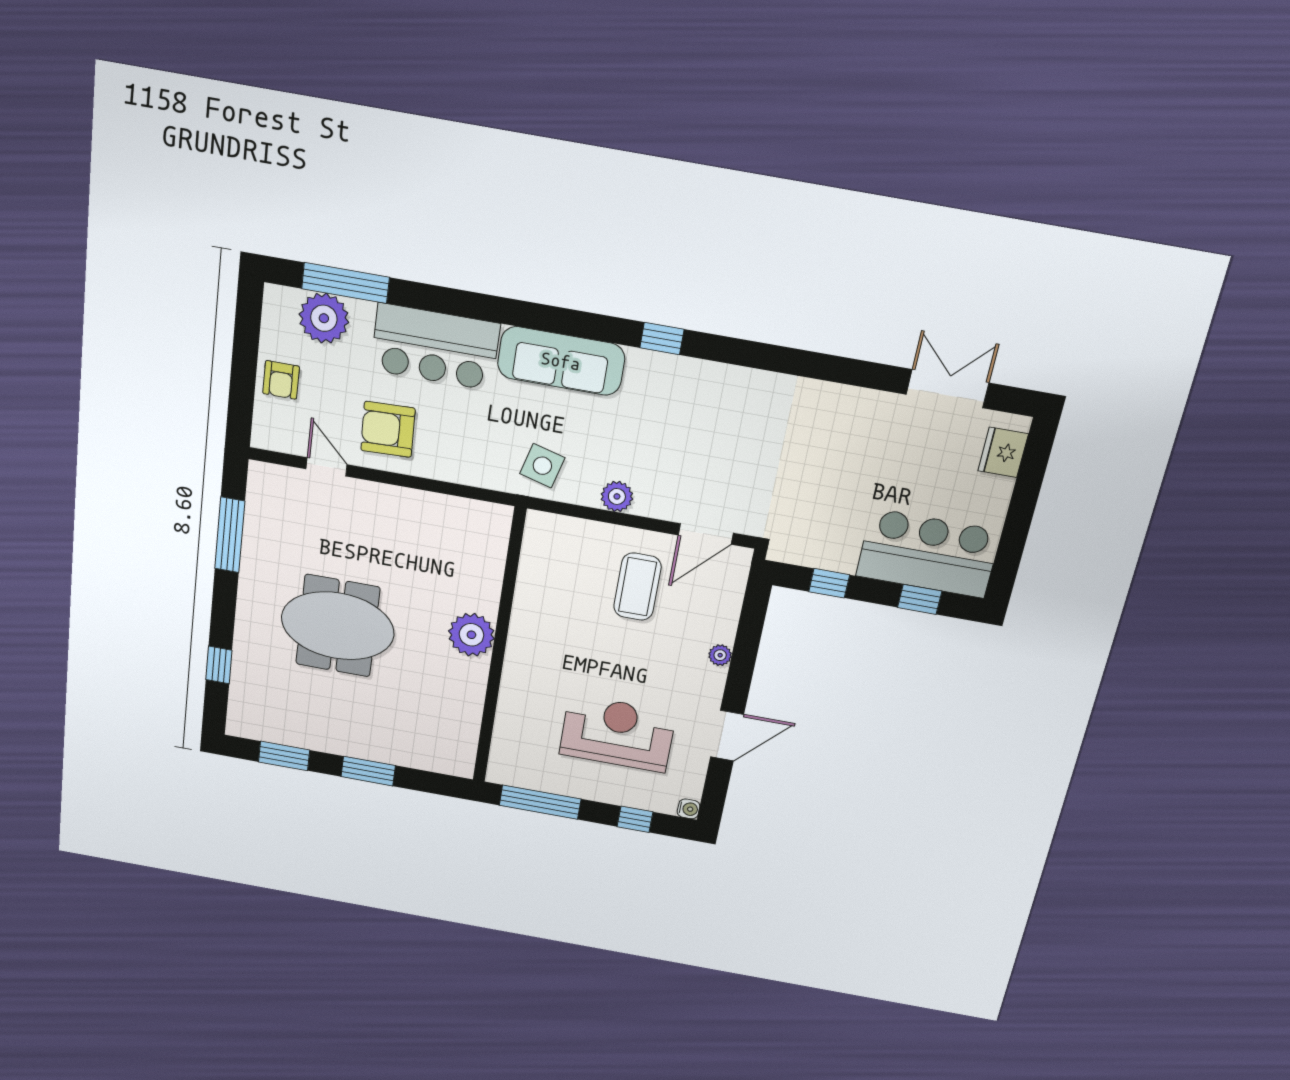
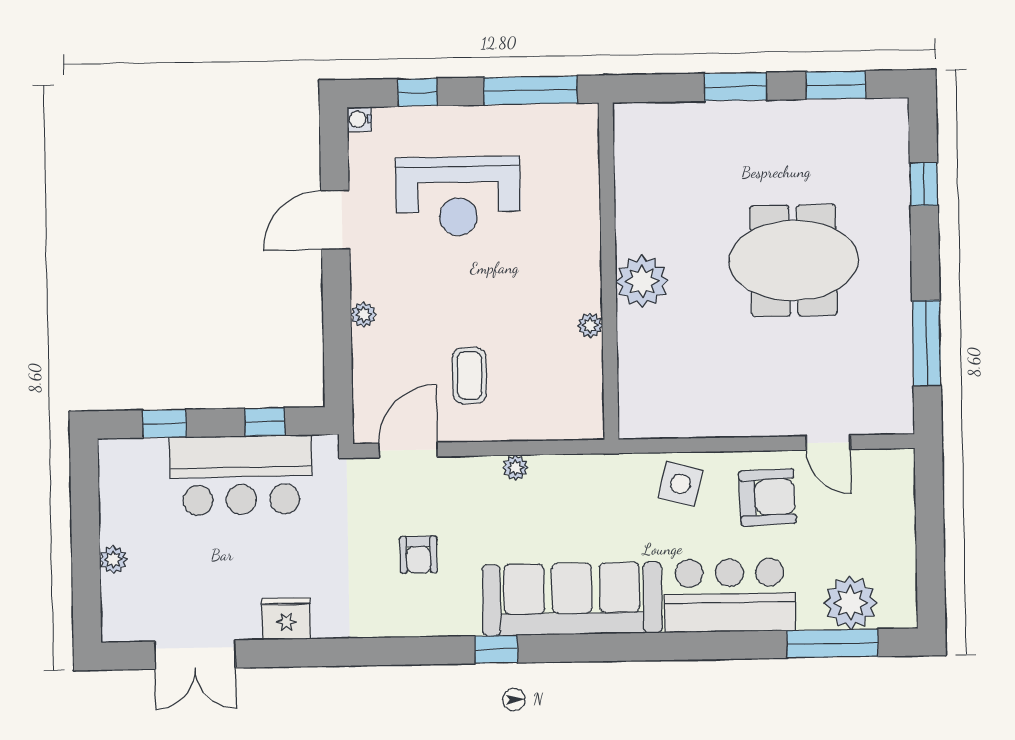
sofa: (561, 361) -> (572, 599), width x1.36, depth x1.27
armchair: (281, 380) -> (418, 555), moved, turned 180
fridge: (1003, 452) -> (286, 619), moved, turned -90
side table: (542, 466) -> (680, 484), moved
plant: (1000, 490) -> (113, 560), added
plant: (617, 496) -> (515, 468), width x0.73, depth x0.73
bar counter: (928, 553) -> (241, 475), moved
coffee table: (637, 587) -> (469, 375), width x0.73, depth x0.77
plant: (523, 608) -> (590, 325), added

